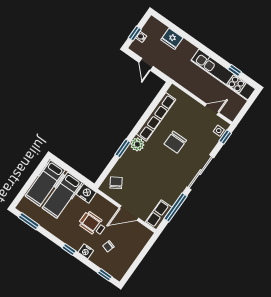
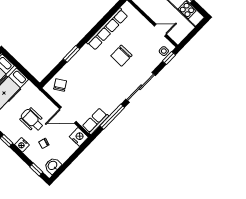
plant: (137, 144) -> (86, 52), removed
nightstand: (86, 193) -> (79, 137), moved
washbasin: (121, 268) -> (53, 166), added

